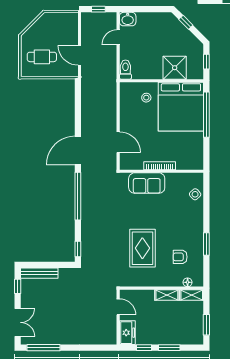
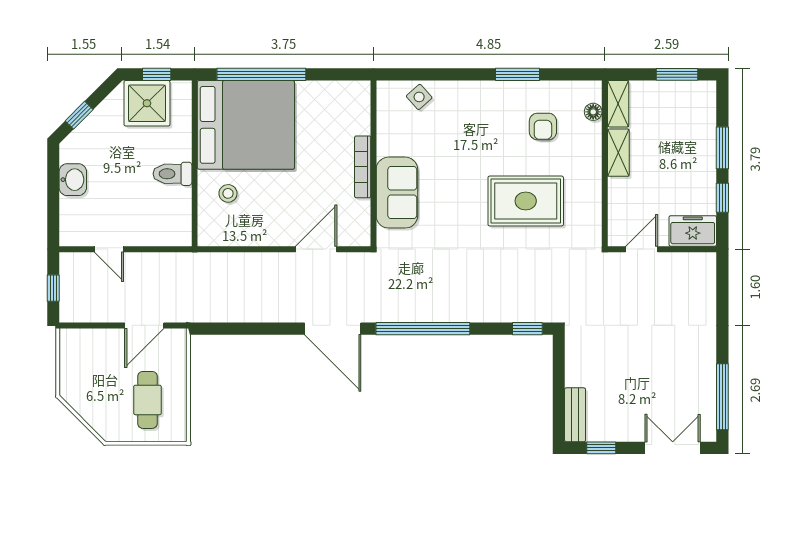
washbasin: (128, 19) -> (73, 180), moved
shower: (175, 68) -> (147, 103), moved
toilet: (125, 70) -> (172, 174), moved
bench: (39, 273) -> (575, 415), width x0.73

